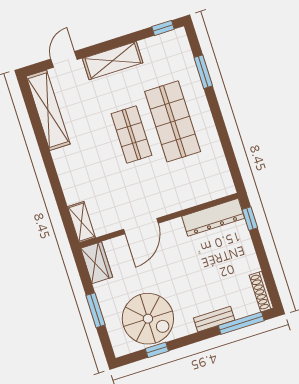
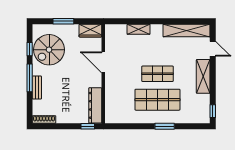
window: (203, 72) -> (165, 126), moved
shelving: (81, 222) -> (139, 29), moved
window: (241, 323) -> (30, 78), moved

